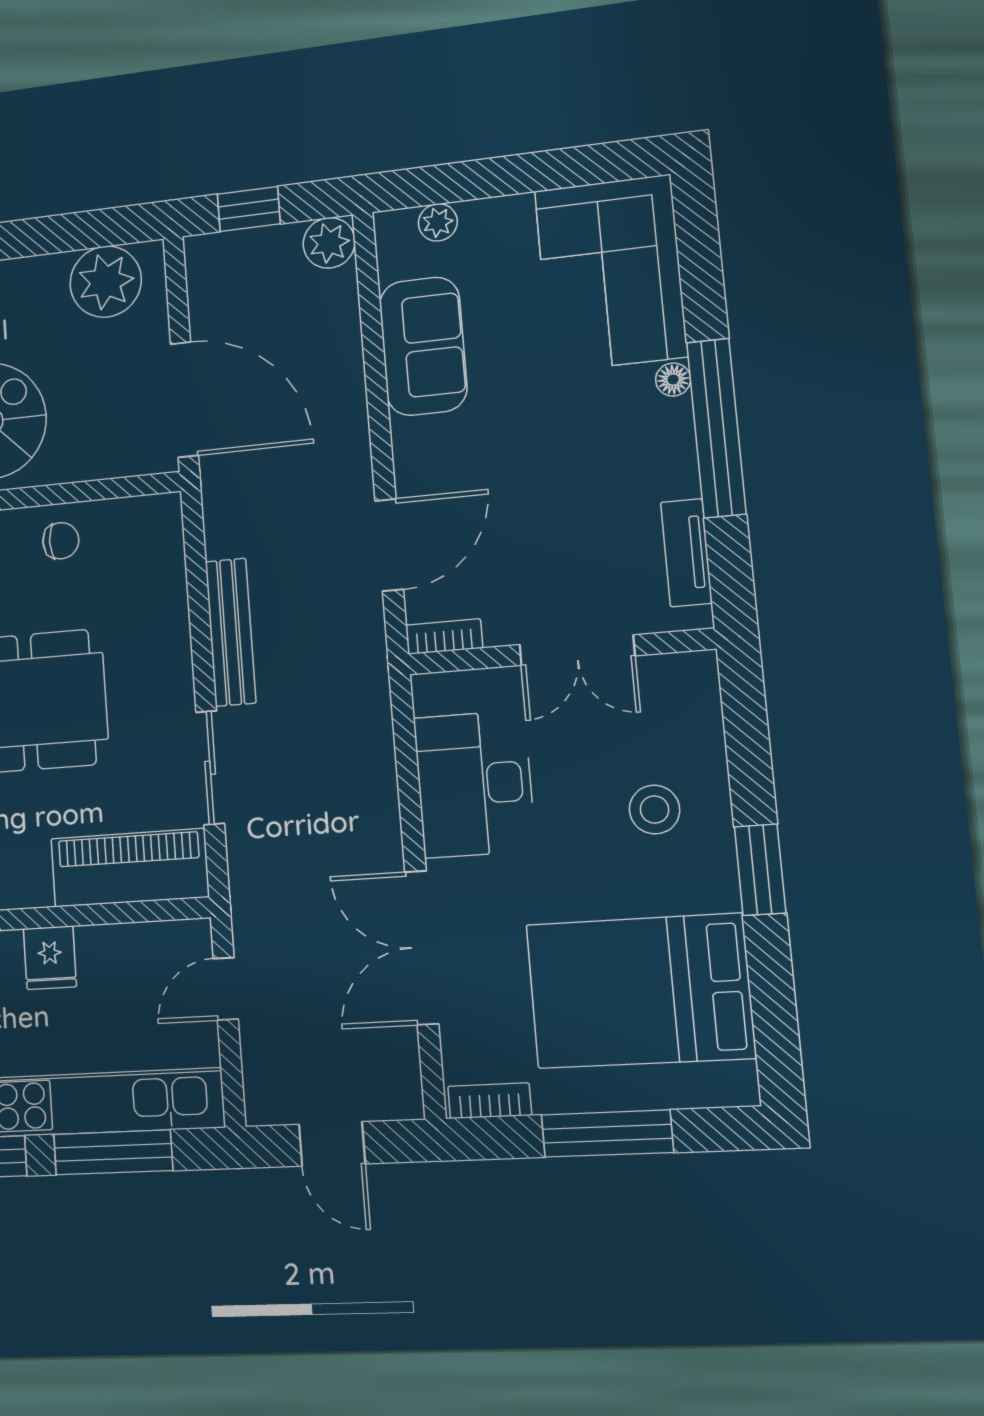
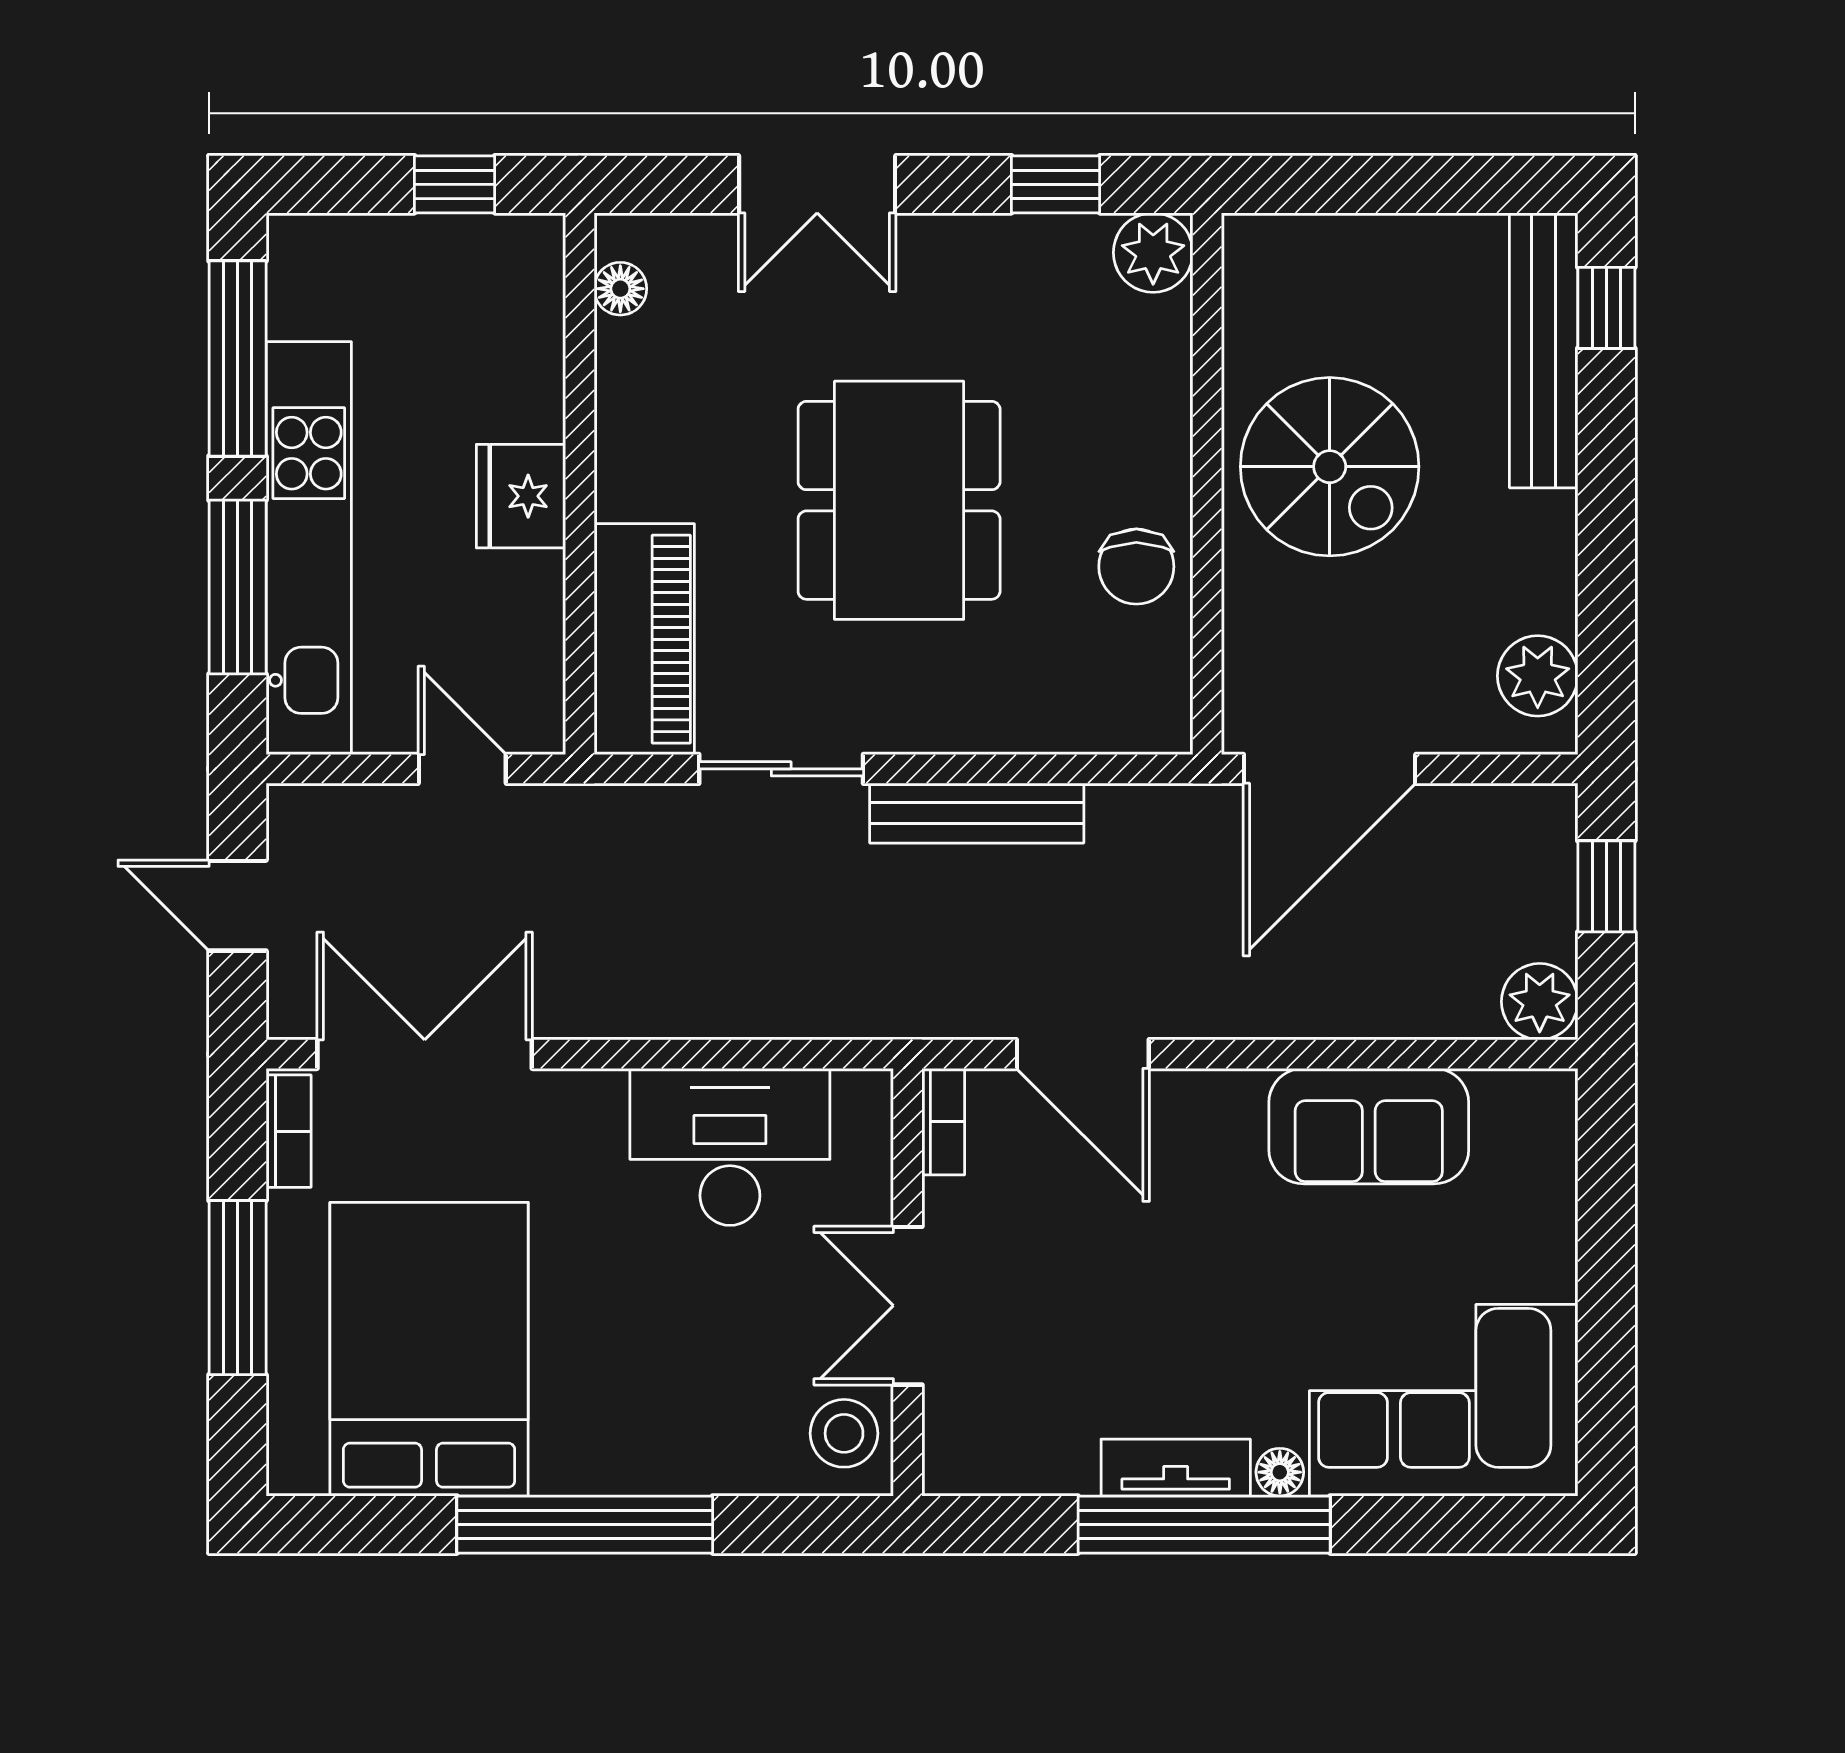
plant: (438, 222) -> (1550, 1162), removed
plant: (106, 282) -> (1538, 676), width x0.73, depth x0.73
chair: (61, 541) -> (1136, 567), width x1.37, depth x1.37
tv unit: (686, 553) -> (1176, 1468), moved
stool: (654, 810) -> (844, 1433), moved
window: (760, 870) -> (585, 1525), width x2.11
double door: (422, 948) -> (425, 1054), moved
fridge: (50, 958) -> (521, 496), width x1.38
door: (332, 1144) -> (238, 906), hinge flipped

